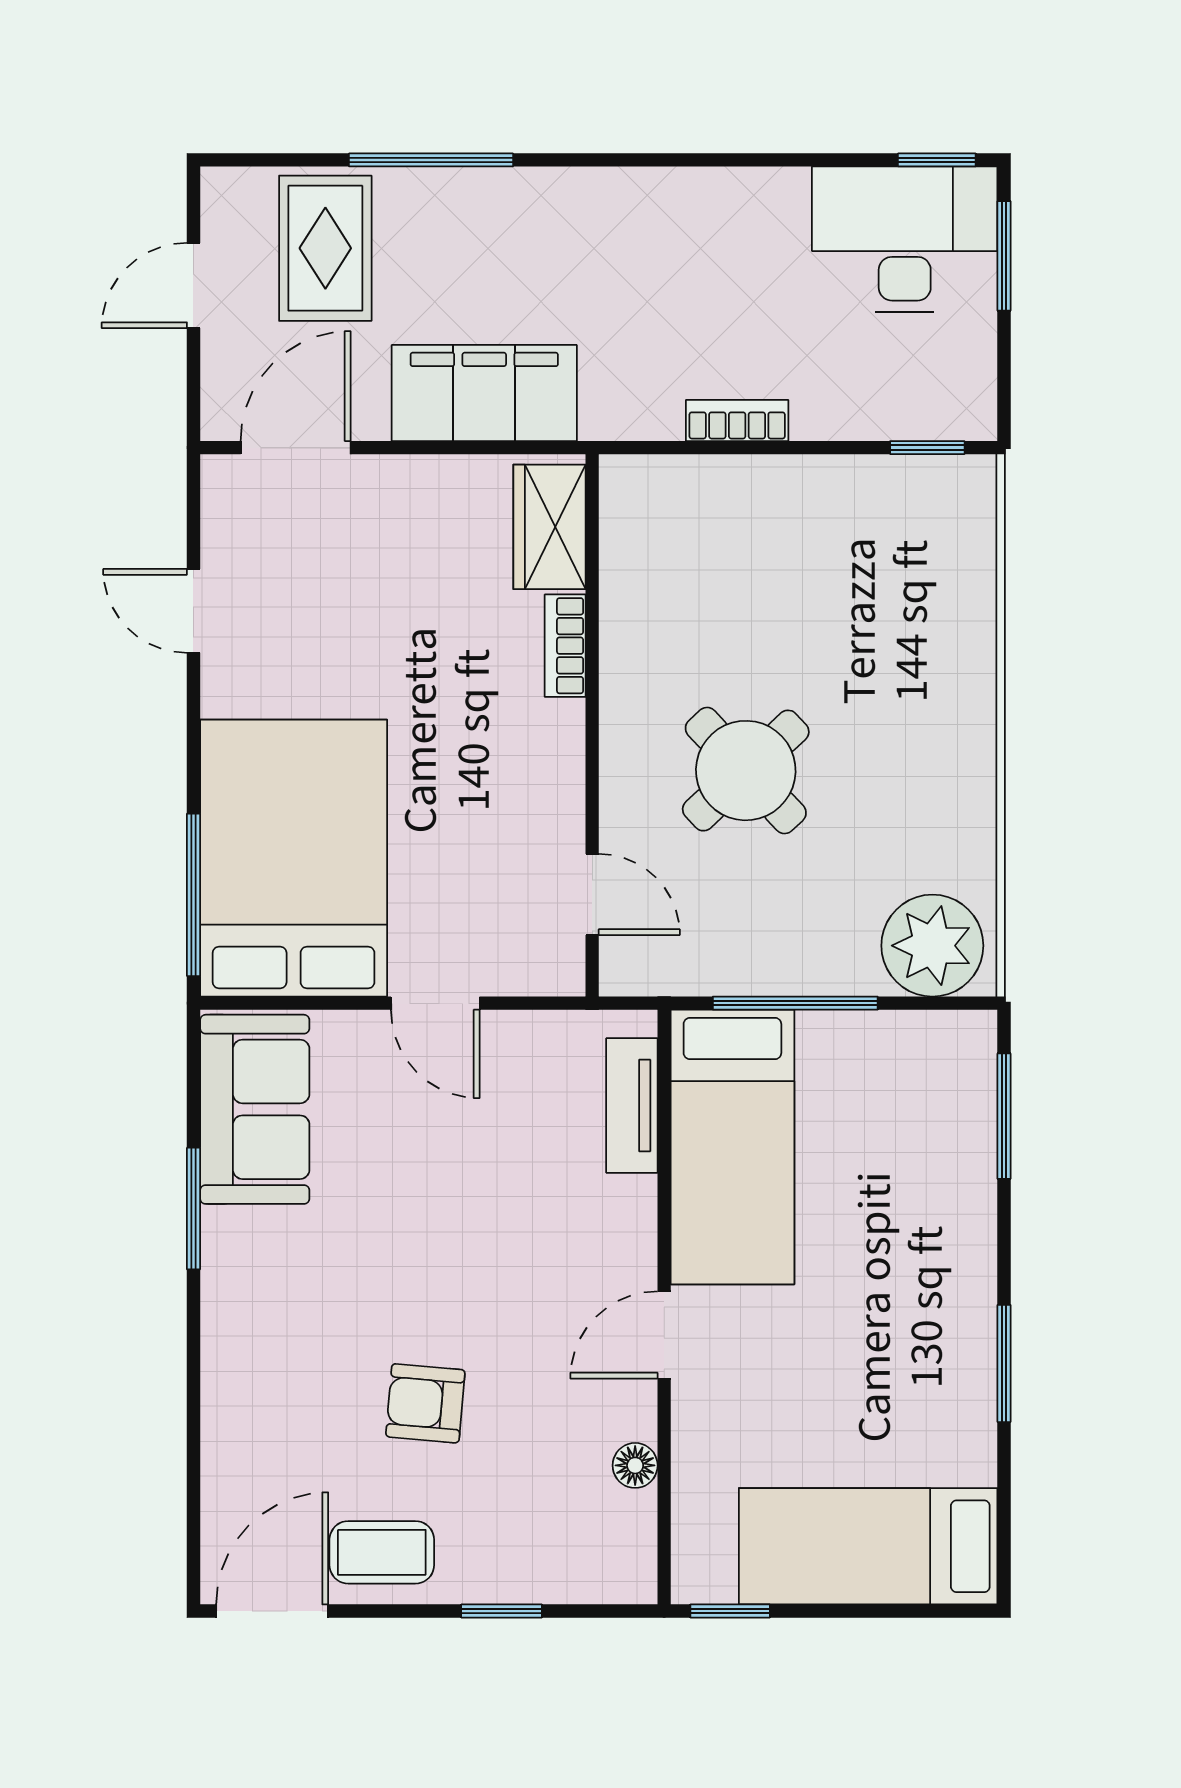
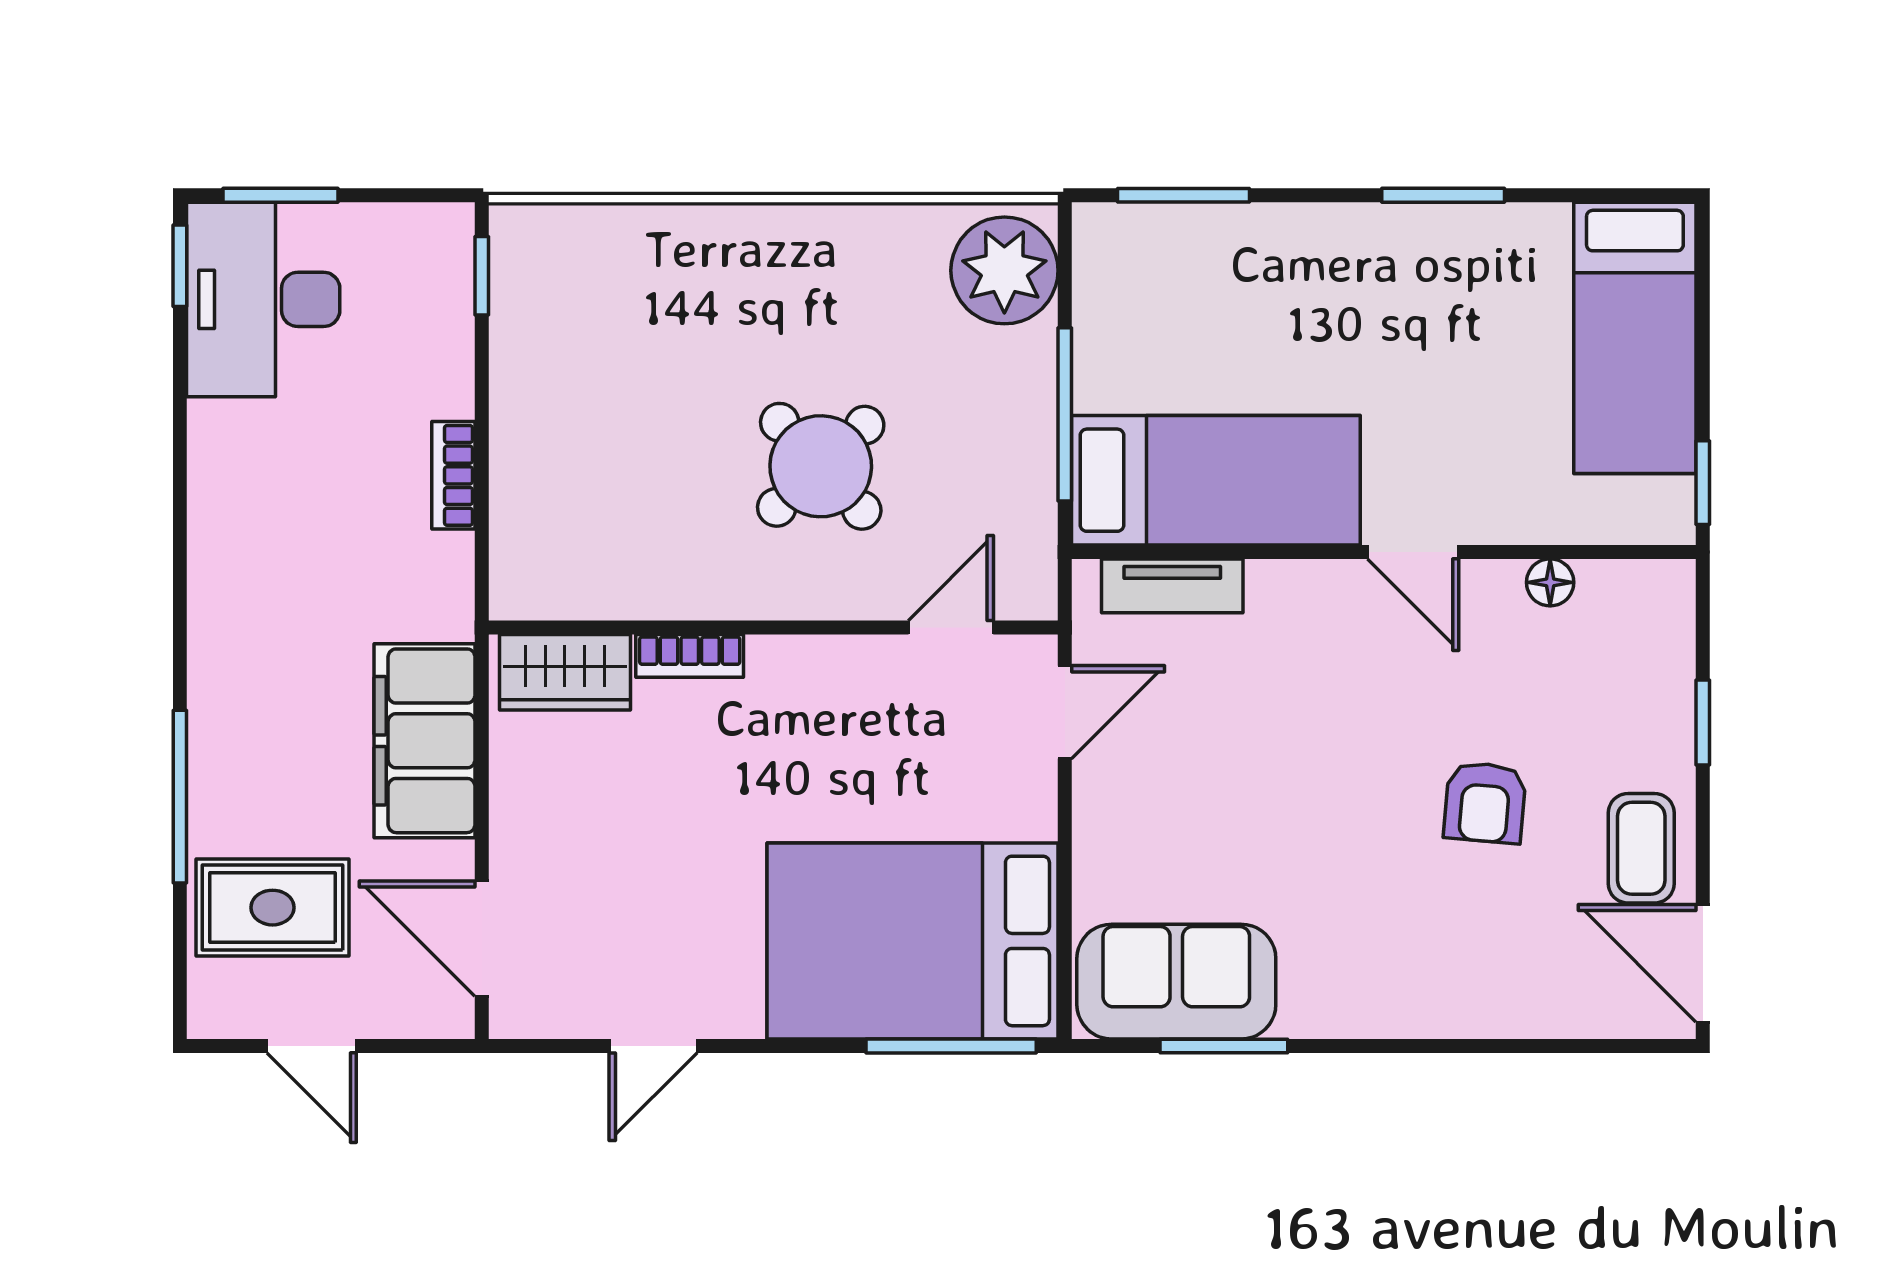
door: (435, 1003) -> (1065, 712), moved
window: (193, 1209) -> (1224, 1046), moved

